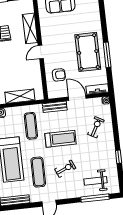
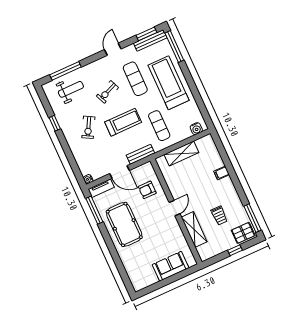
window: (107, 55) -> (94, 210), moved
exercise bike: (96, 127) -> (88, 127), moved
treadmill: (60, 139) -> (123, 122), turned 180
window: (16, 207) -> (146, 34), added

